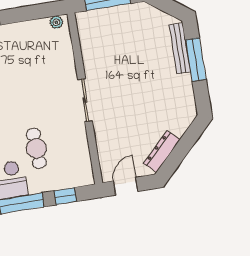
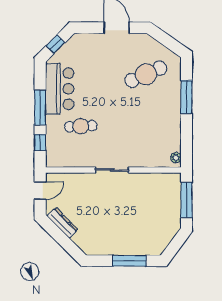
bench: (180, 48) -> (140, 250), removed
door: (126, 186) -> (40, 191), hinge flipped

